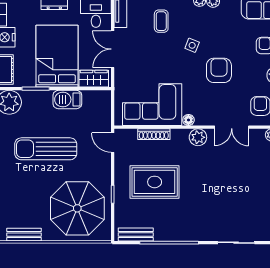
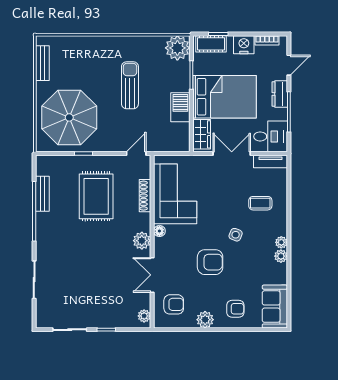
sun lounger: (46, 149) -> (130, 85), width x0.73, depth x0.75
bench: (136, 235) -> (42, 194), moved

